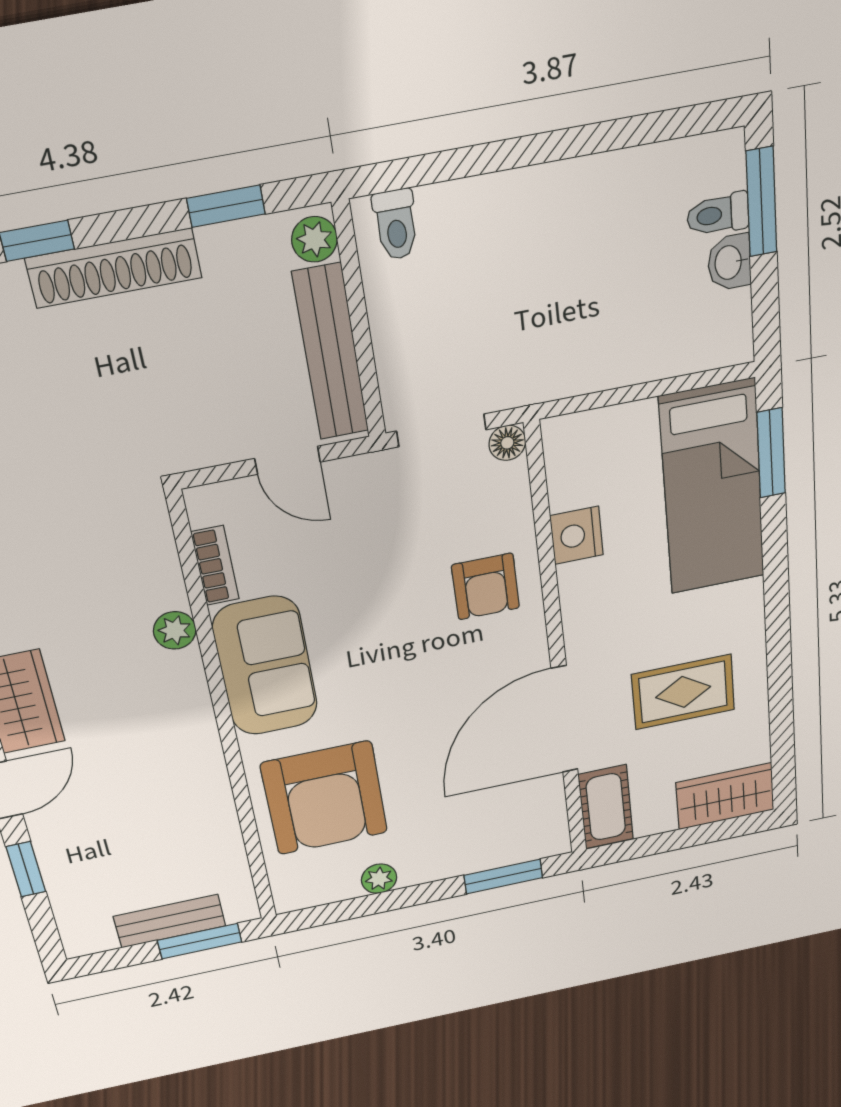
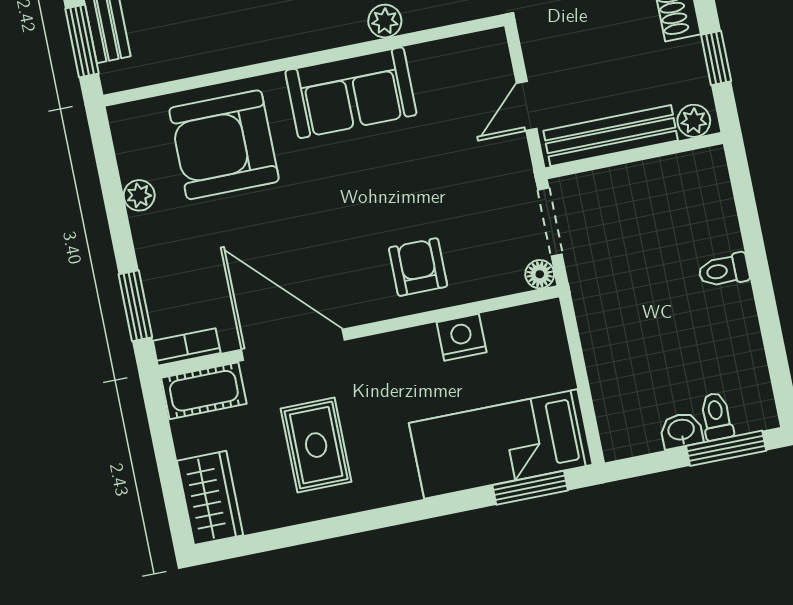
toilet: (396, 225) -> (724, 270), moved
bookcase: (215, 566) -> (187, 347), moved, turned 180
armchair: (486, 586) -> (418, 267), turned 90

